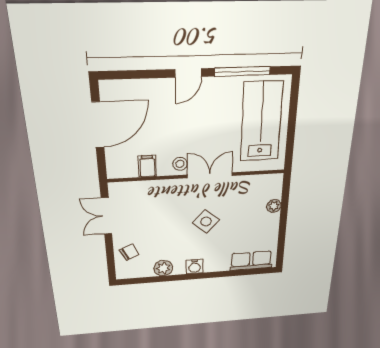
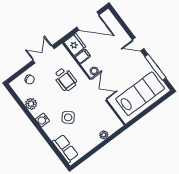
fridge: (122, 166) -> (75, 44), added
wheelchair: (163, 209) -> (65, 79), added
side table: (206, 221) -> (68, 117), moved

